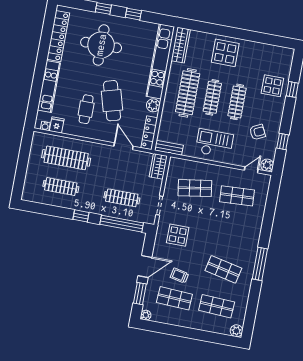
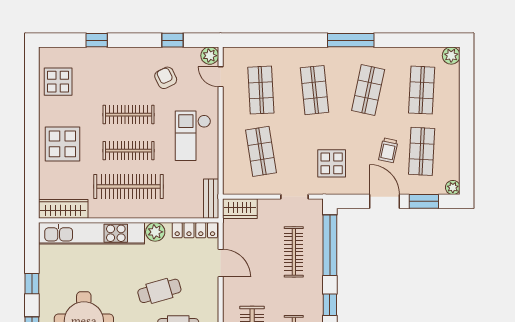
display table: (272, 86) -> (58, 82), moved
cafe table: (112, 101) -> (159, 291), width x0.73, depth x0.74
door: (123, 146) -> (221, 263), swing flipped
shop shelf: (230, 233) -> (315, 90), added

